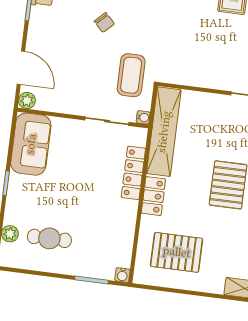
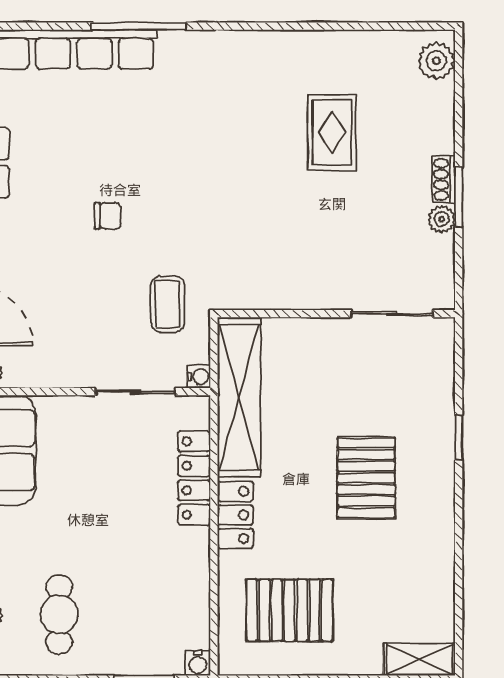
chair: (104, 22) -> (108, 216), turned -46
coffee table: (131, 75) -> (168, 304), width x0.73, depth x0.77
cafe table: (49, 238) -> (59, 614), turned 90

